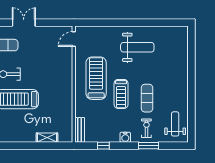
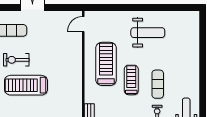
treadmill: (121, 94) -> (131, 80), turned 180

